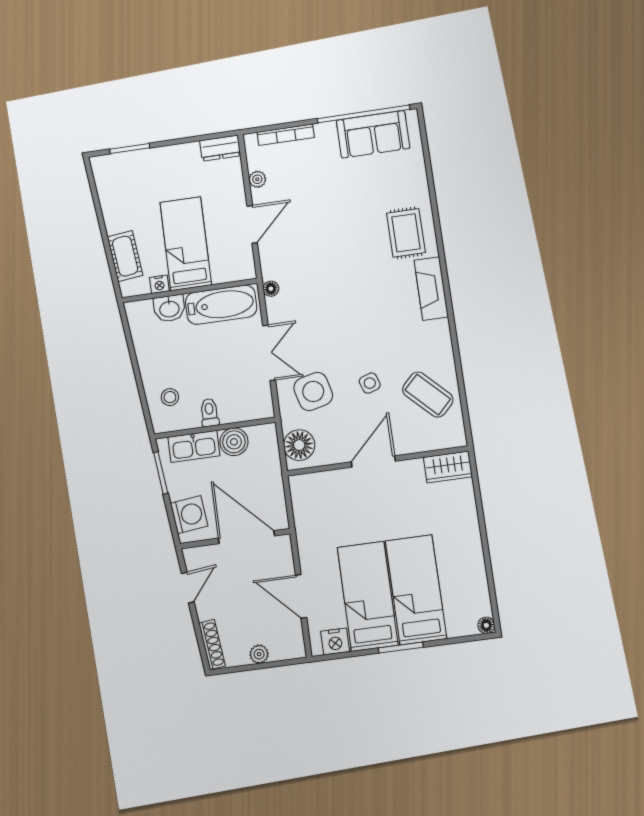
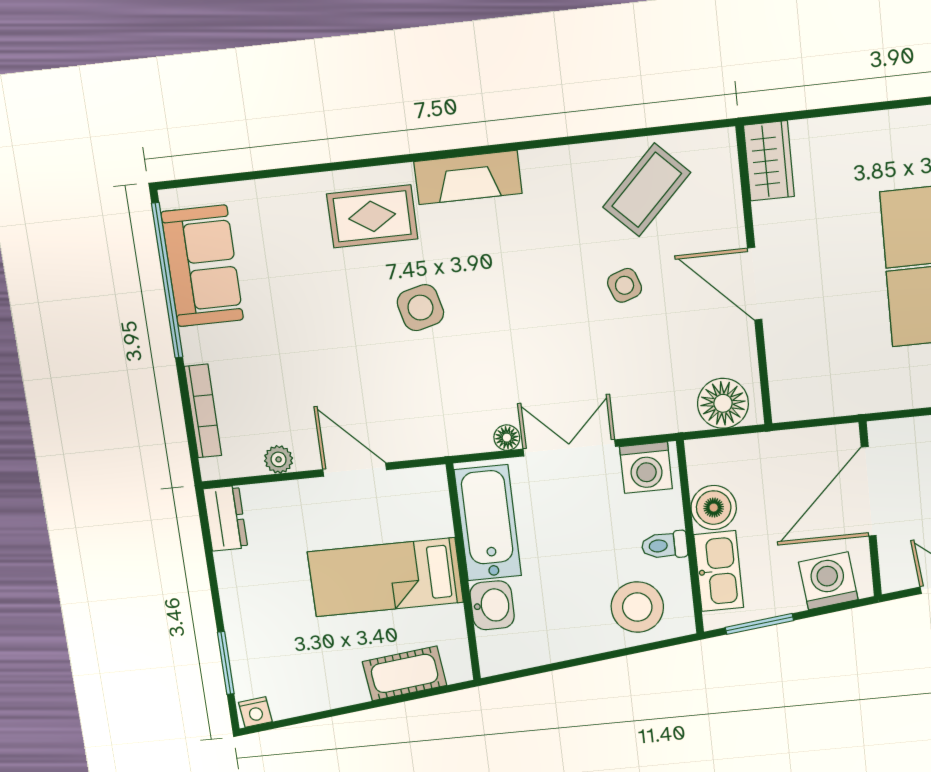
nightstand: (159, 284) -> (255, 712), moved, turned 83
floor lamp: (271, 289) -> (507, 438), moved
side table: (313, 391) -> (420, 308), moved, width x0.73, depth x0.73
stool: (170, 397) -> (637, 607), width x1.89, depth x1.89
washing machine: (258, 400) -> (646, 468), added

